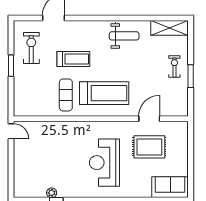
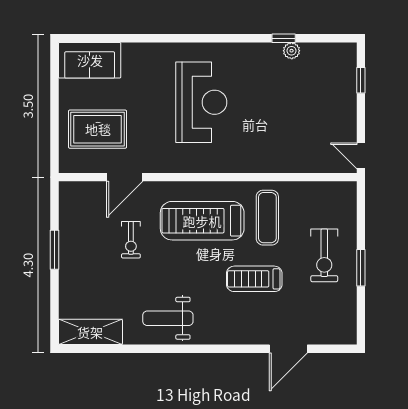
exercise bike: (31, 48) -> (324, 255), moved
exercise bike: (174, 67) -> (131, 240), moved
rug: (149, 147) -> (98, 129), moved
window: (11, 175) -> (361, 80), added

